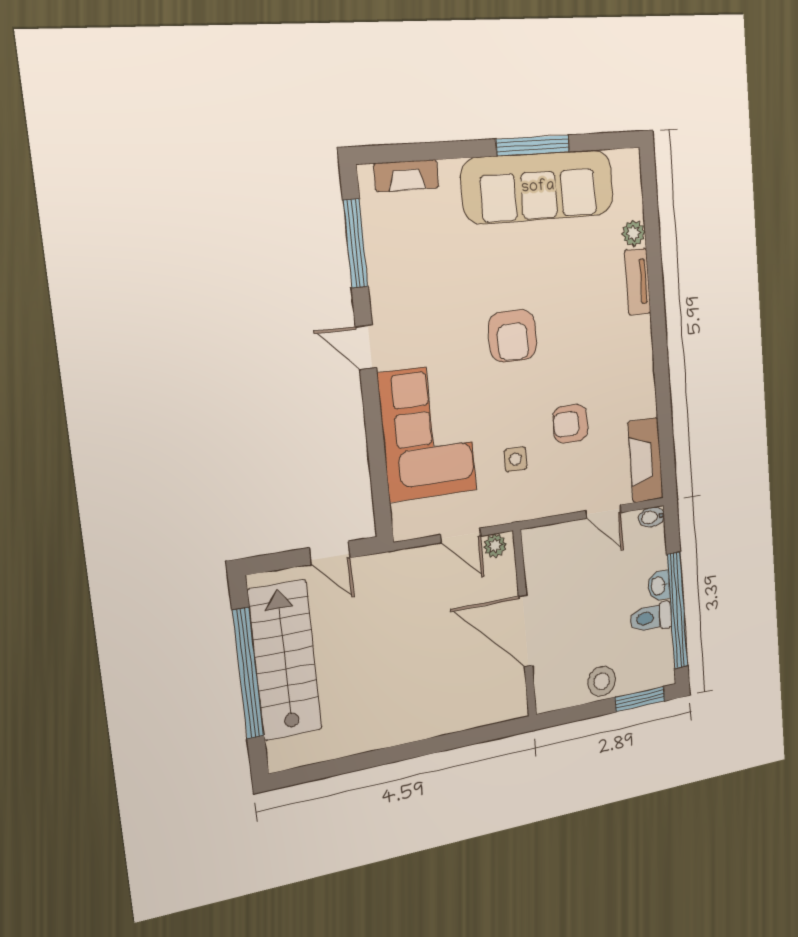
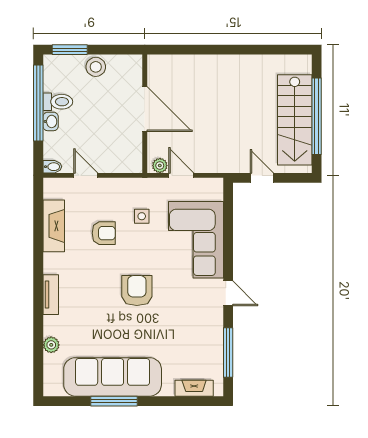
tv unit: (638, 282) -> (51, 295), moved
fireplace: (646, 460) -> (54, 226), moved

